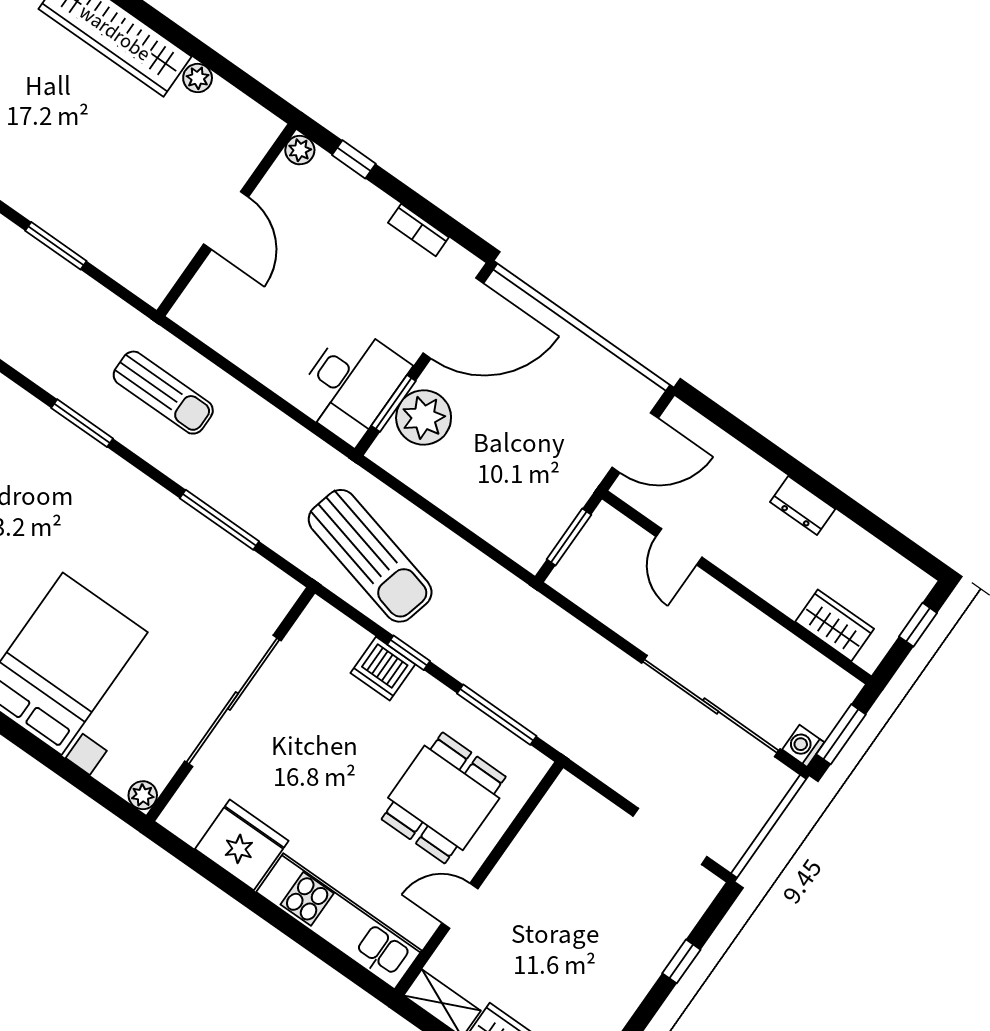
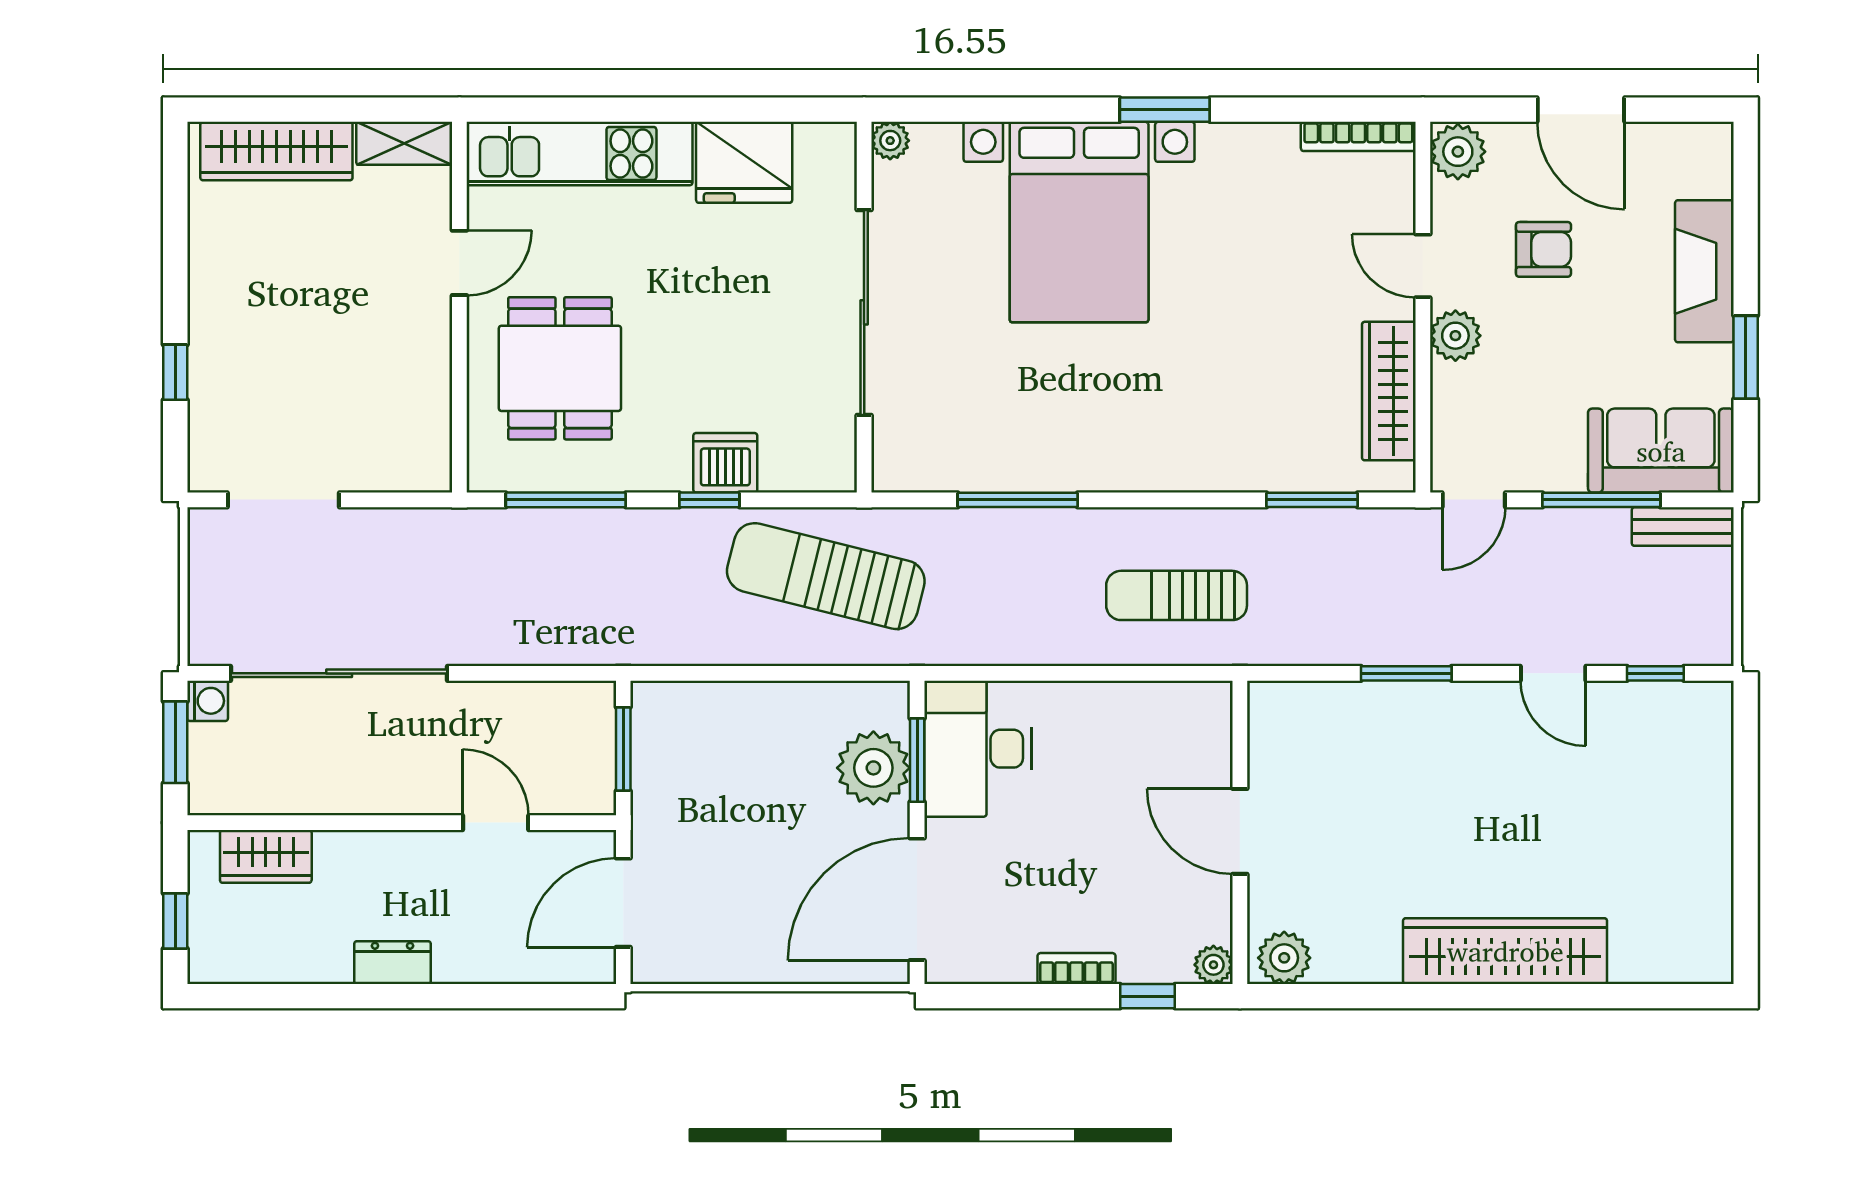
plant: (198, 78) -> (1284, 958), moved, width x1.38, depth x1.38
bookcase: (418, 230) -> (1076, 968), moved
window: (82, 423) -> (1312, 500), moved

